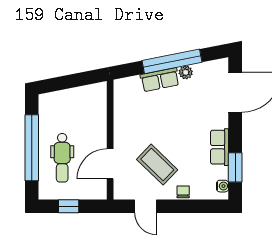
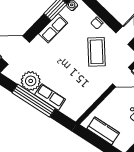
plant: (186, 72) -> (31, 81), width x1.88, depth x1.88
kitchen counter: (79, 96) -> (103, 131), added

